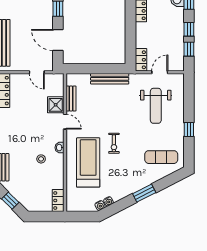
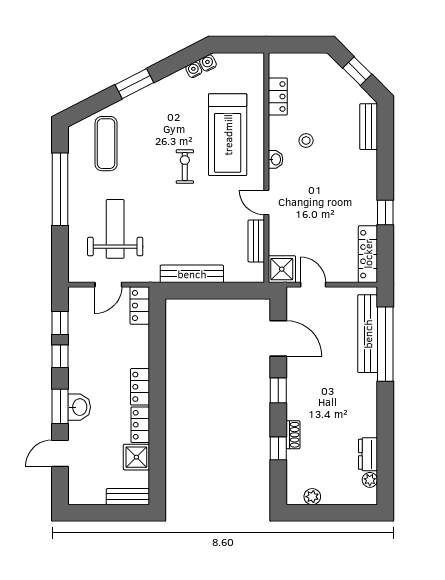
shower: (56, 105) -> (282, 269), moved
window: (189, 130) -> (60, 189), width x3.17
exercise mat: (161, 157) -> (106, 144), turned 90
locker: (58, 200) -> (278, 96), moved

